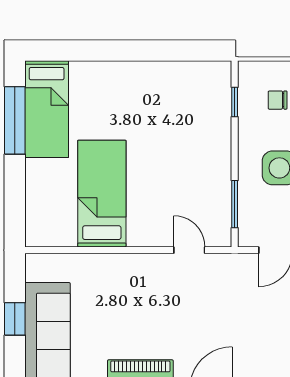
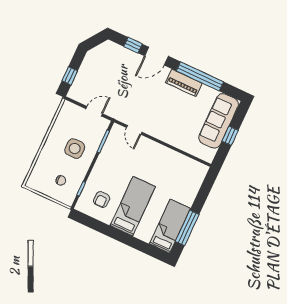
armchair: (190, 100) -> (102, 200), added
bed: (102, 194) -> (133, 206), moved, turned 180

